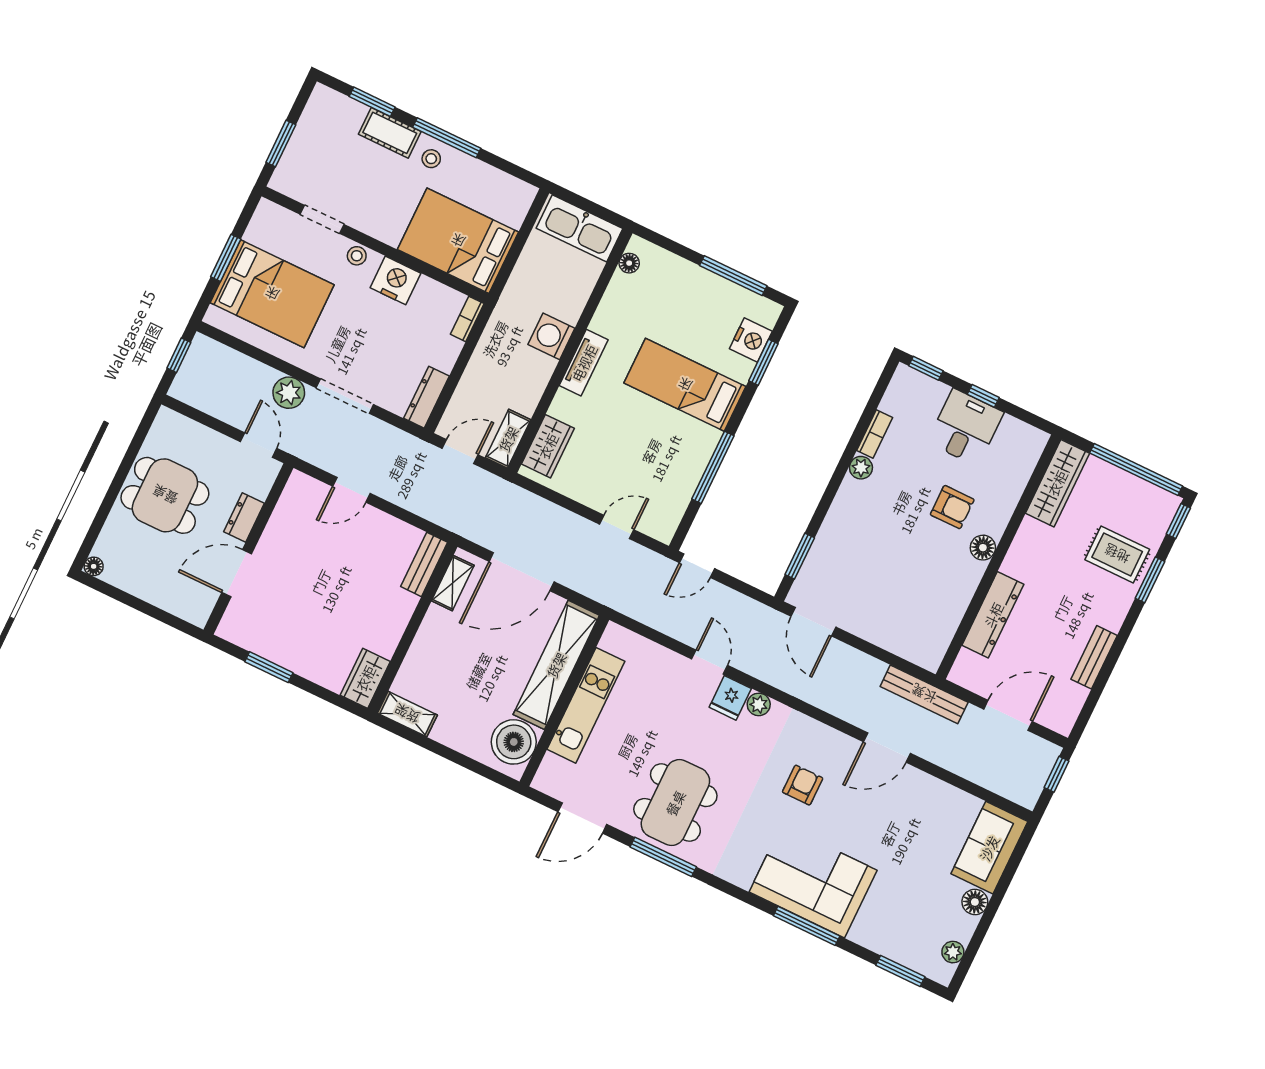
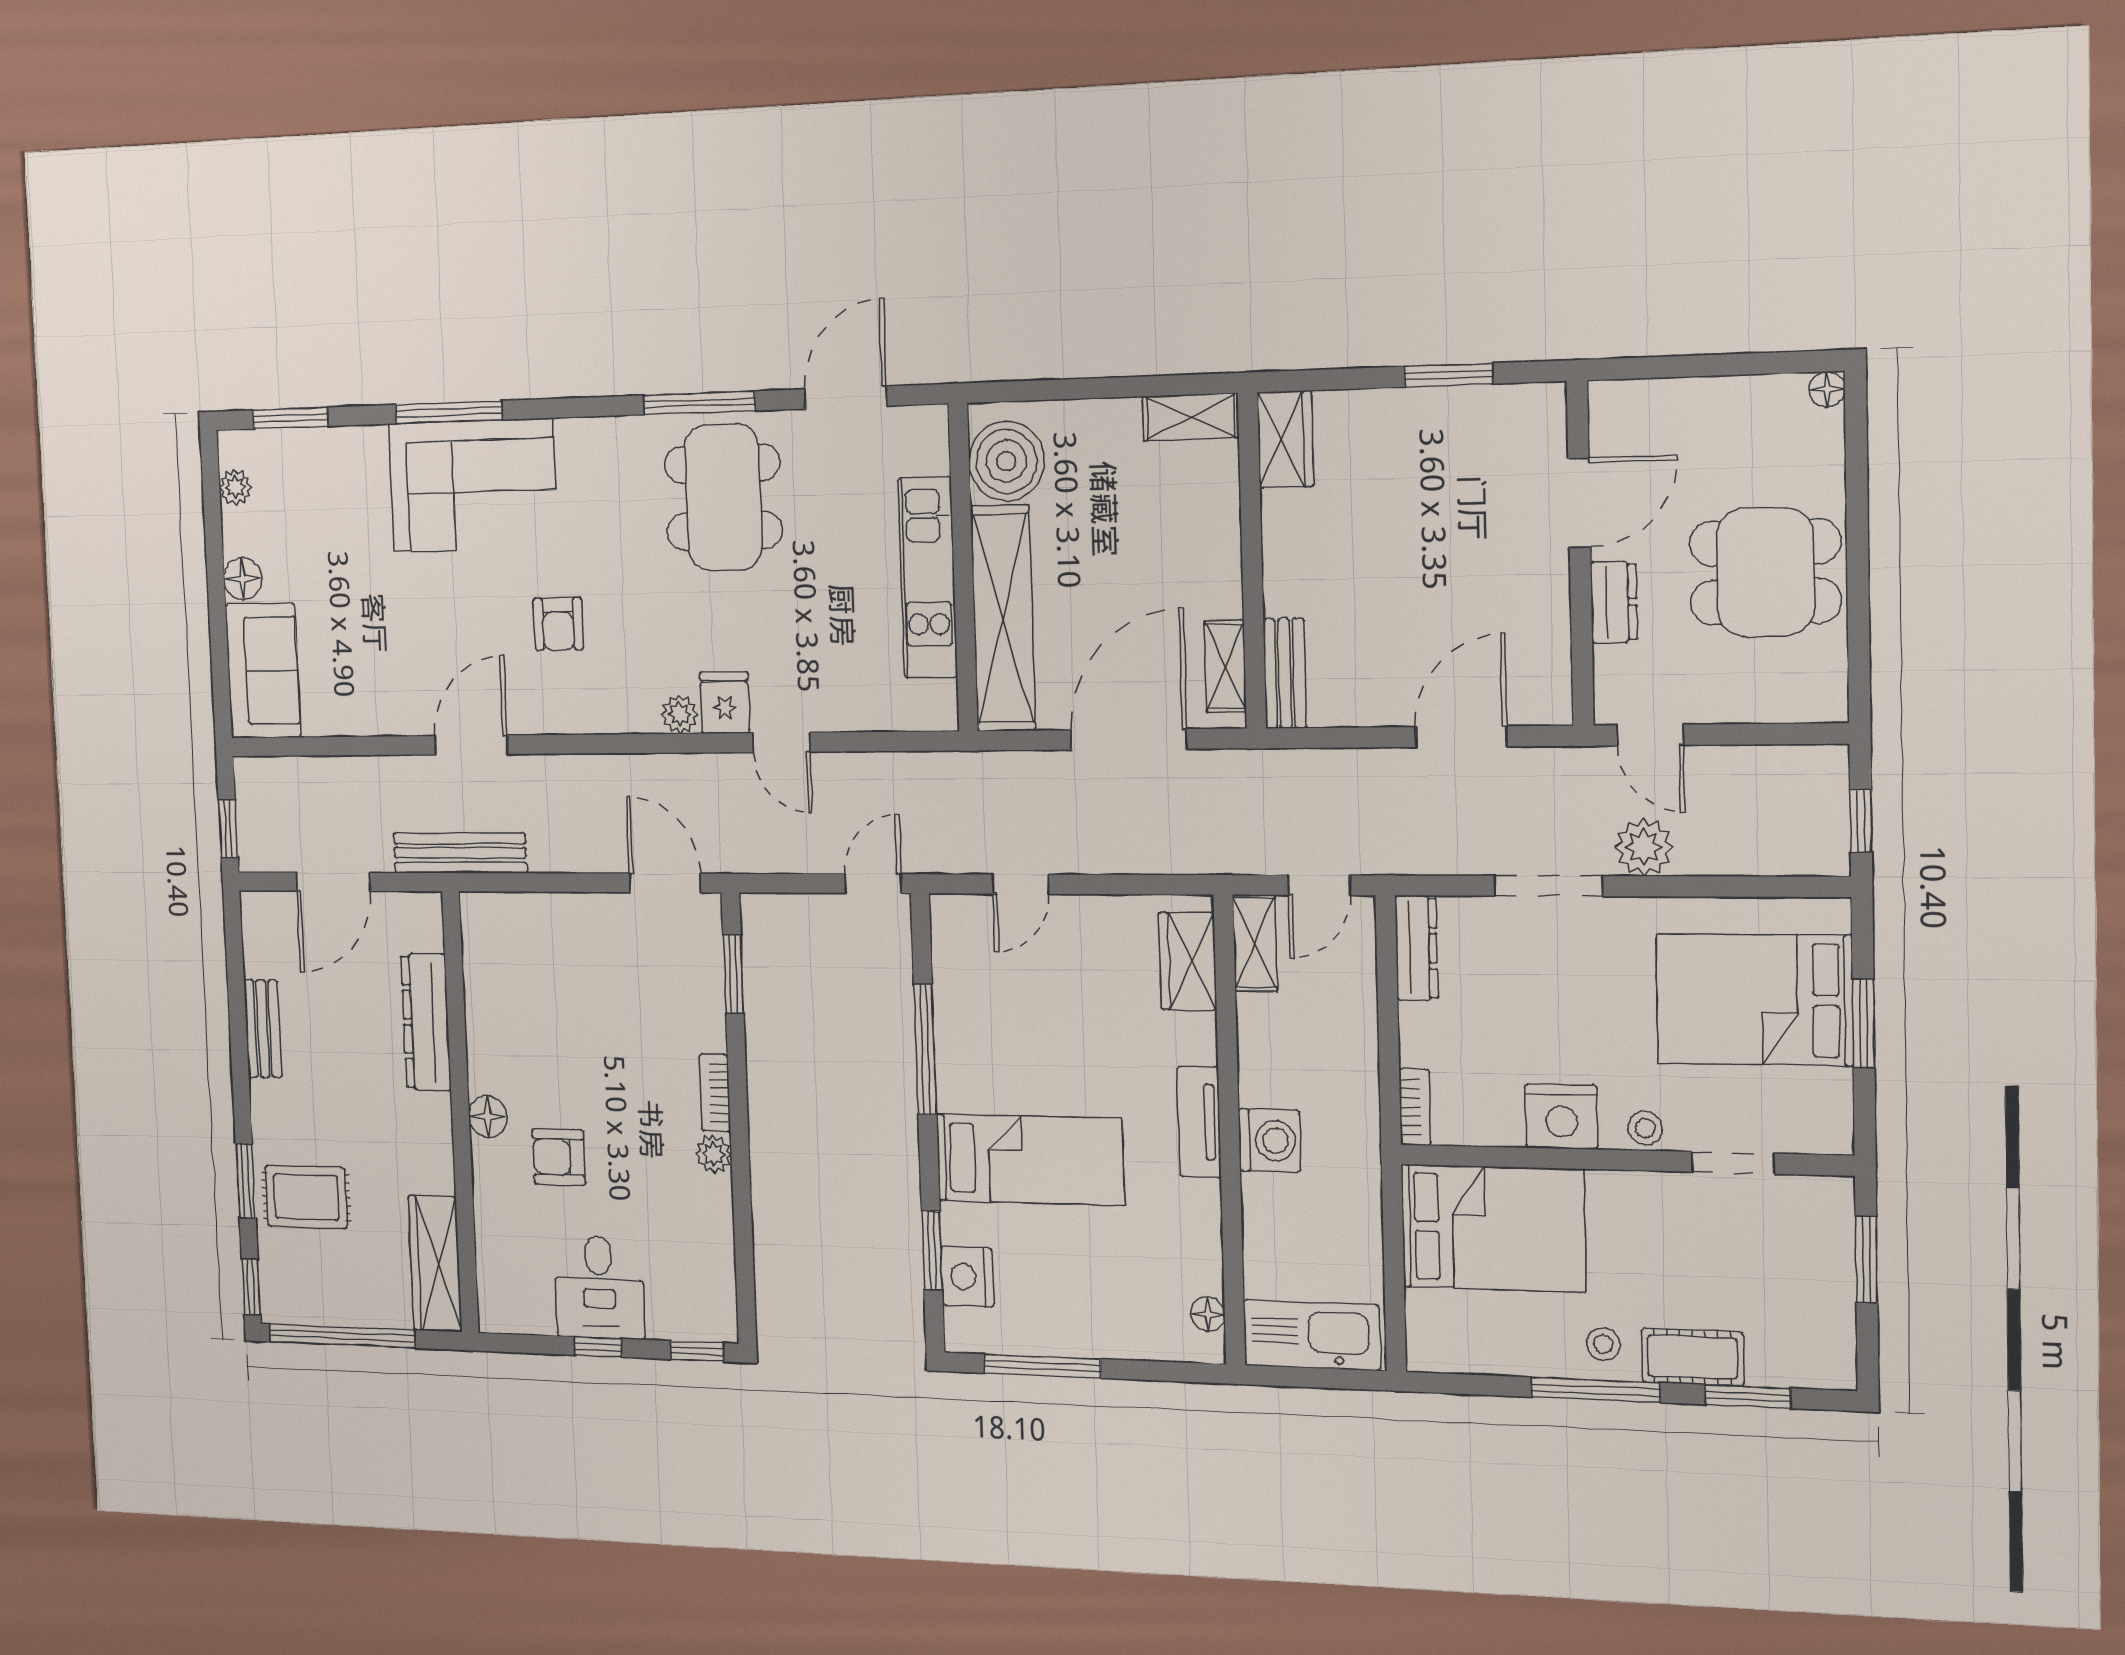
bookcase: (875, 434) -> (715, 1093), moved
door: (351, 490) -> (1461, 737), width x1.38

